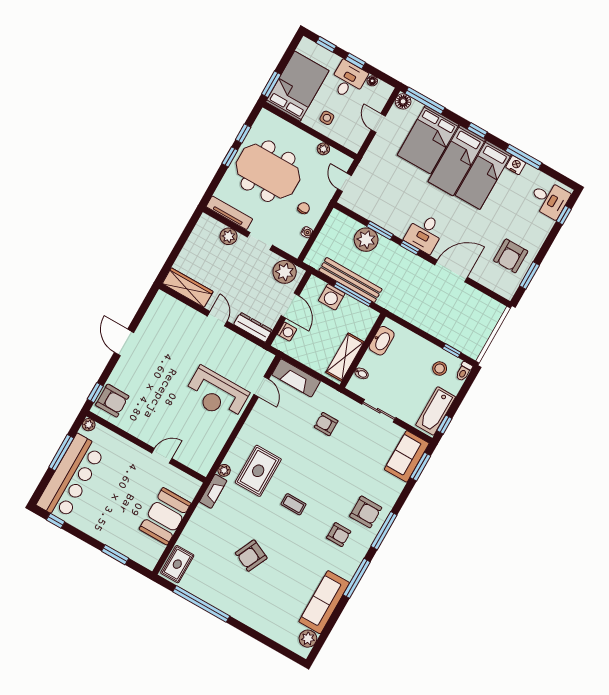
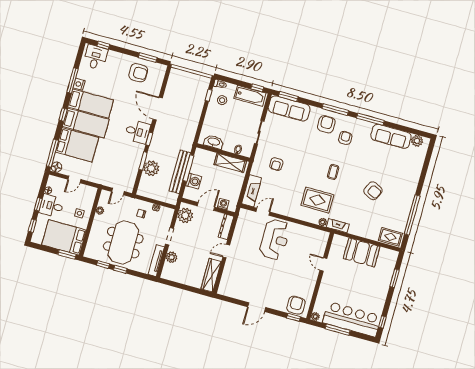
sofa: (407, 456) -> (289, 108), width x1.36

